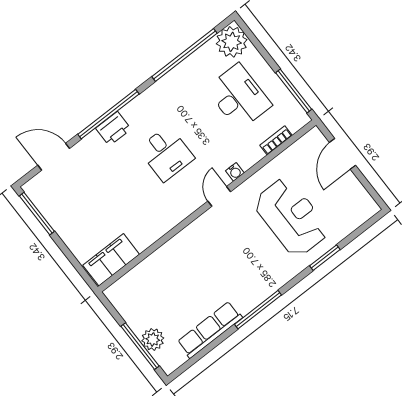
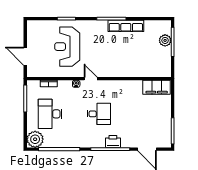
desk: (166, 153) -> (99, 114), turned 90
door: (343, 154) -> (25, 56), swing flipped
door: (219, 196) -> (91, 79), swing flipped
row of seats: (210, 330) -> (126, 26), moved

